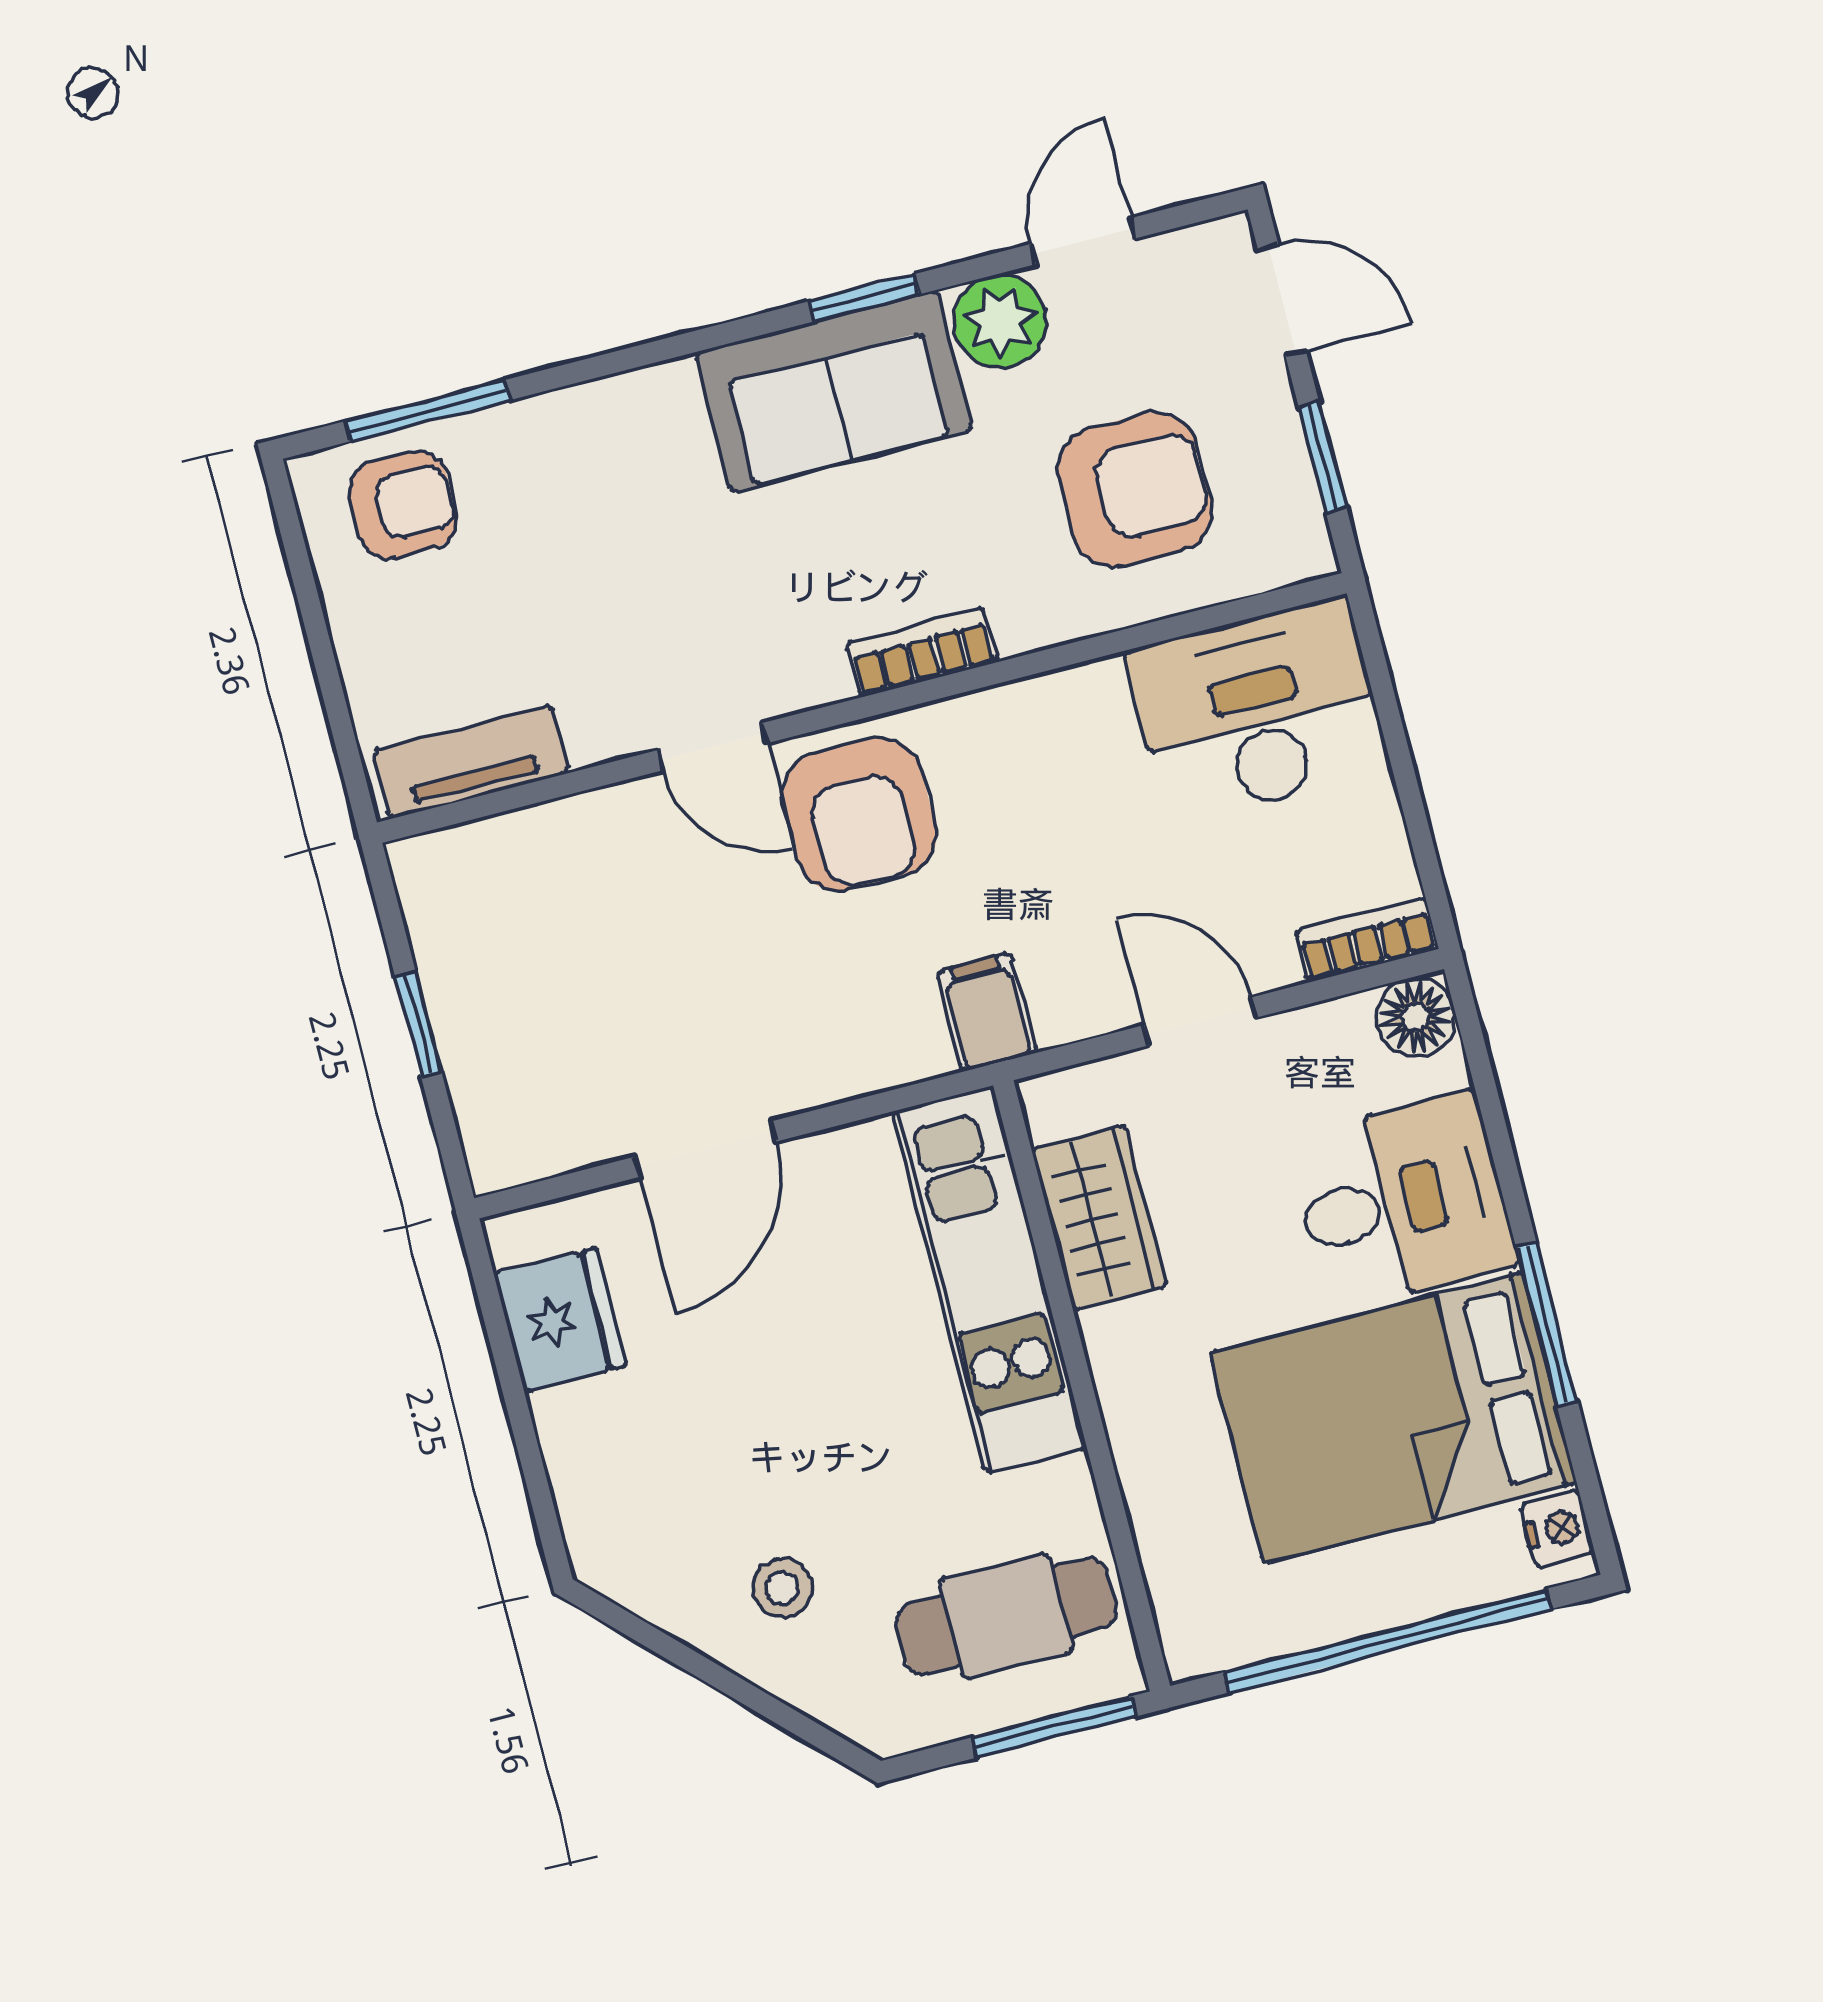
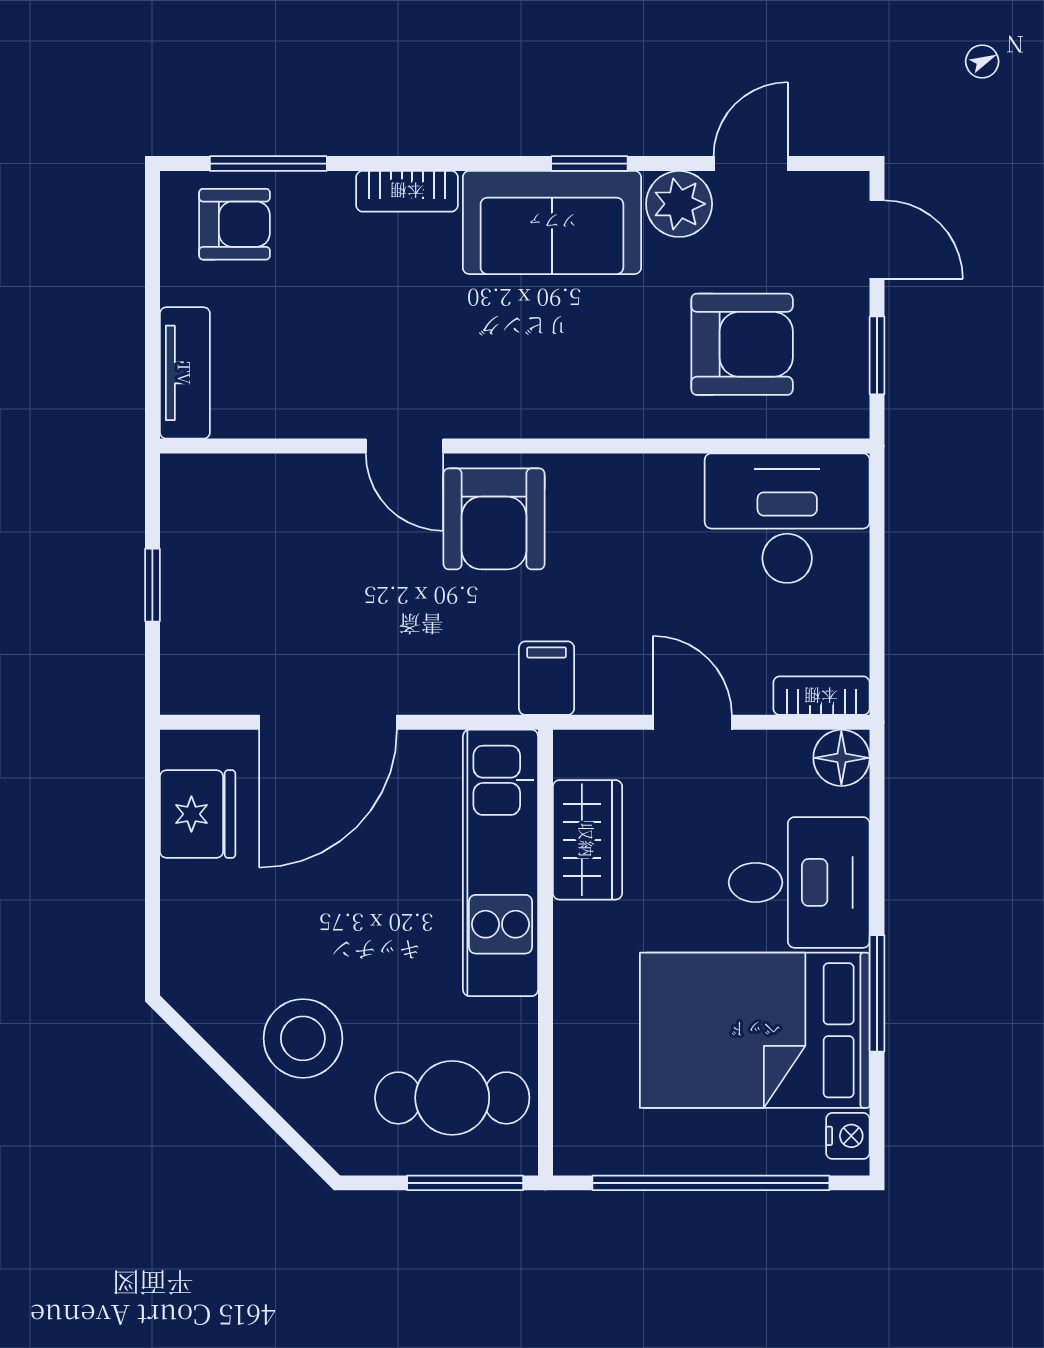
bookcase: (922, 652) -> (407, 191), moved, turned 180
tv unit: (471, 762) -> (185, 373), moved, turned 90
door: (705, 1149) -> (328, 722), width x1.36
stool: (782, 1588) -> (303, 1038), width x1.89, depth x1.89

